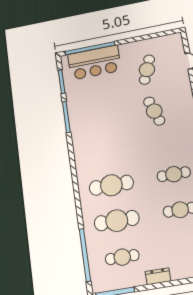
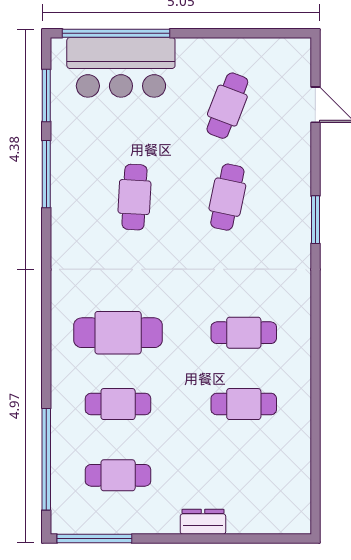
cafe table: (154, 111) -> (227, 197), turned 30
cafe table: (110, 119) -> (134, 197), added
cafe table: (117, 221) -> (118, 404), width x0.73, depth x0.74
dresser: (158, 276) -> (203, 522), moved

